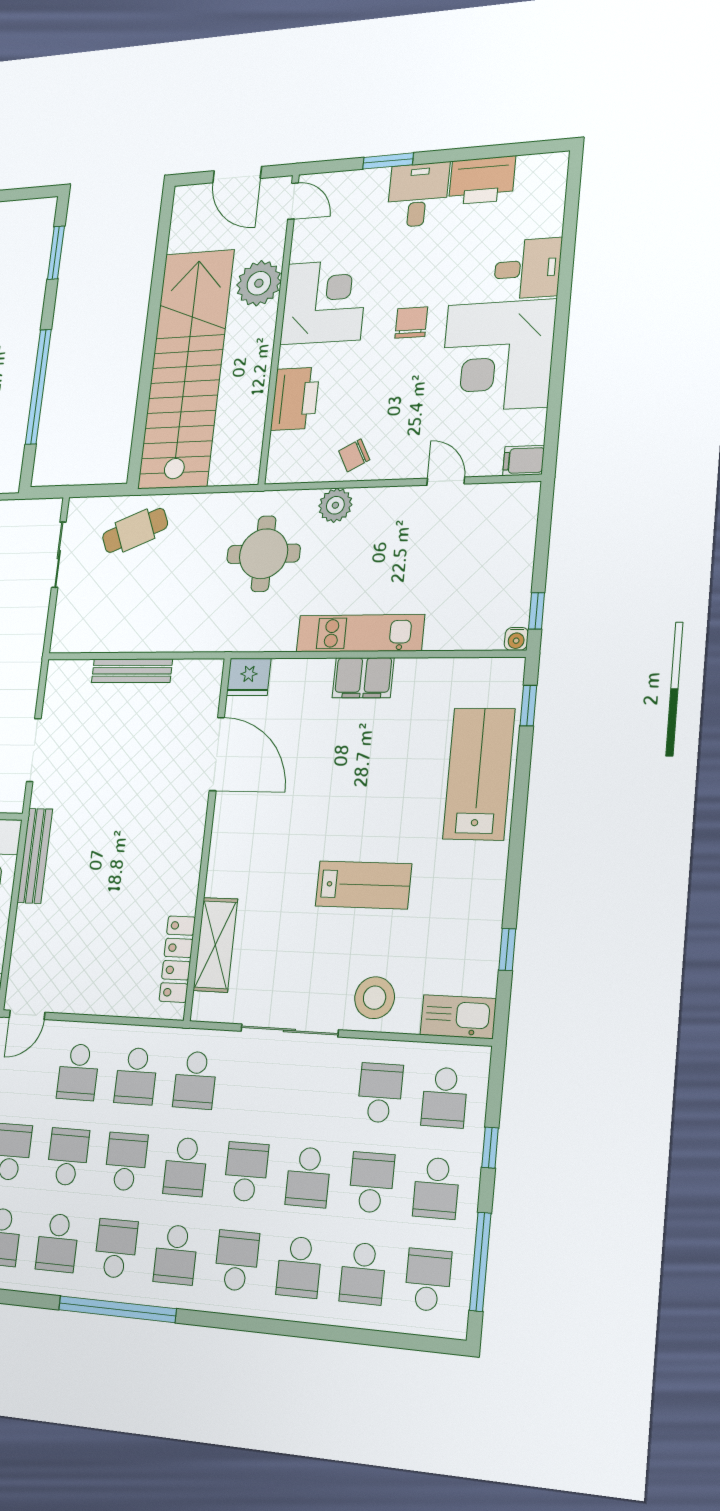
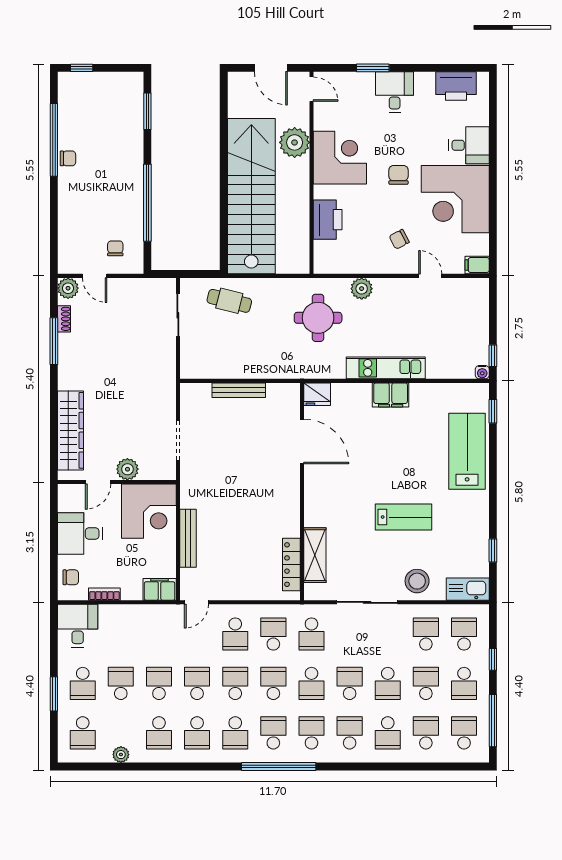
printer: (482, 180) -> (456, 86), moved
chair: (354, 455) -> (399, 239), moved
cafe table: (135, 530) -> (229, 301), turned 36
bench: (35, 856) -> (188, 538), moved
school desk: (136, 1076) -> (273, 634), turned 180
school desk: (444, 1097) -> (464, 634), turned 180
school desk: (176, 1255) -> (311, 733), turned 180
school desk: (363, 1273) -> (426, 733), turned 180

